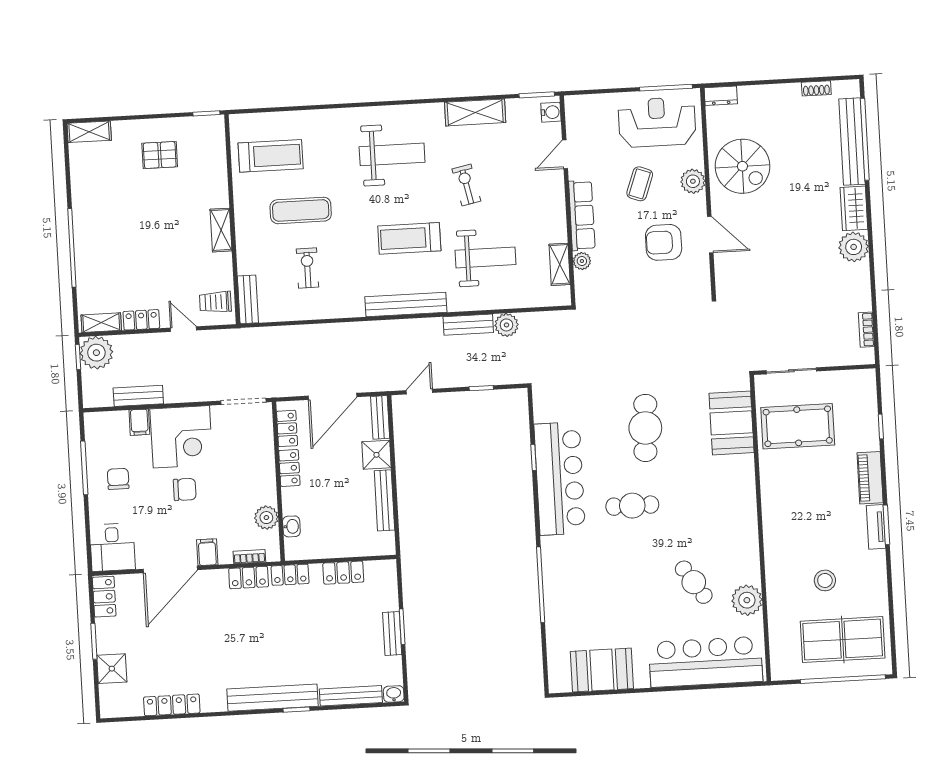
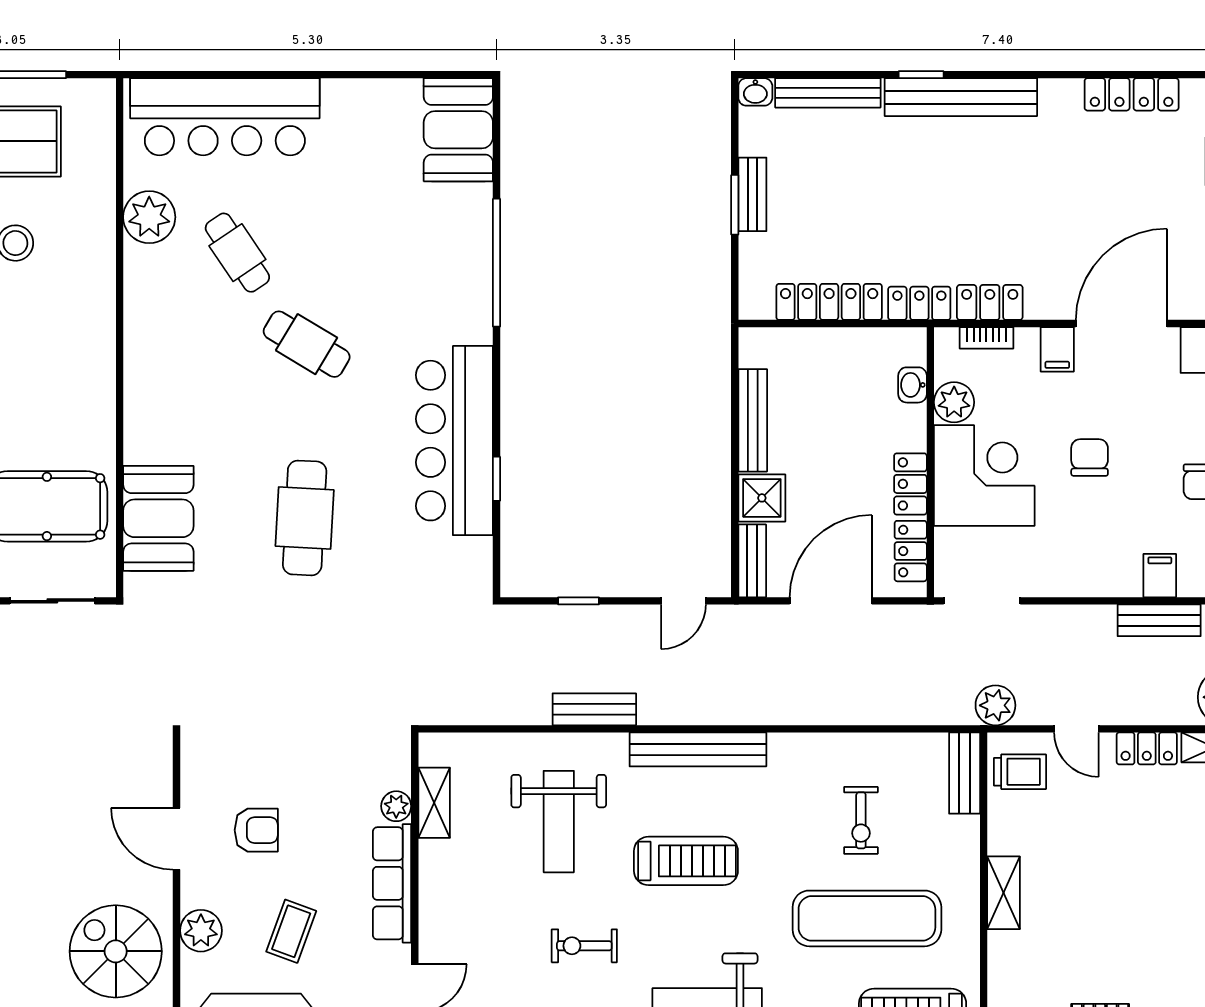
exercise bike: (466, 185) -> (584, 946), turned 102
exercise mat: (301, 210) -> (867, 918), width x1.36, depth x1.45
armchair: (664, 242) -> (256, 830), width x0.72, depth x0.72
weight bench: (486, 257) -> (559, 822), turned -90
plant: (507, 325) -> (995, 705), moved
corner desk: (181, 437) -> (984, 476), moved, turned 90
chair: (185, 489) -> (1090, 457), turned 90
cafe table: (632, 506) -> (307, 344), moved, turned 31
locker: (343, 573) -> (829, 302), width x1.53
booth: (602, 670) -> (458, 130), moved, turned 90

